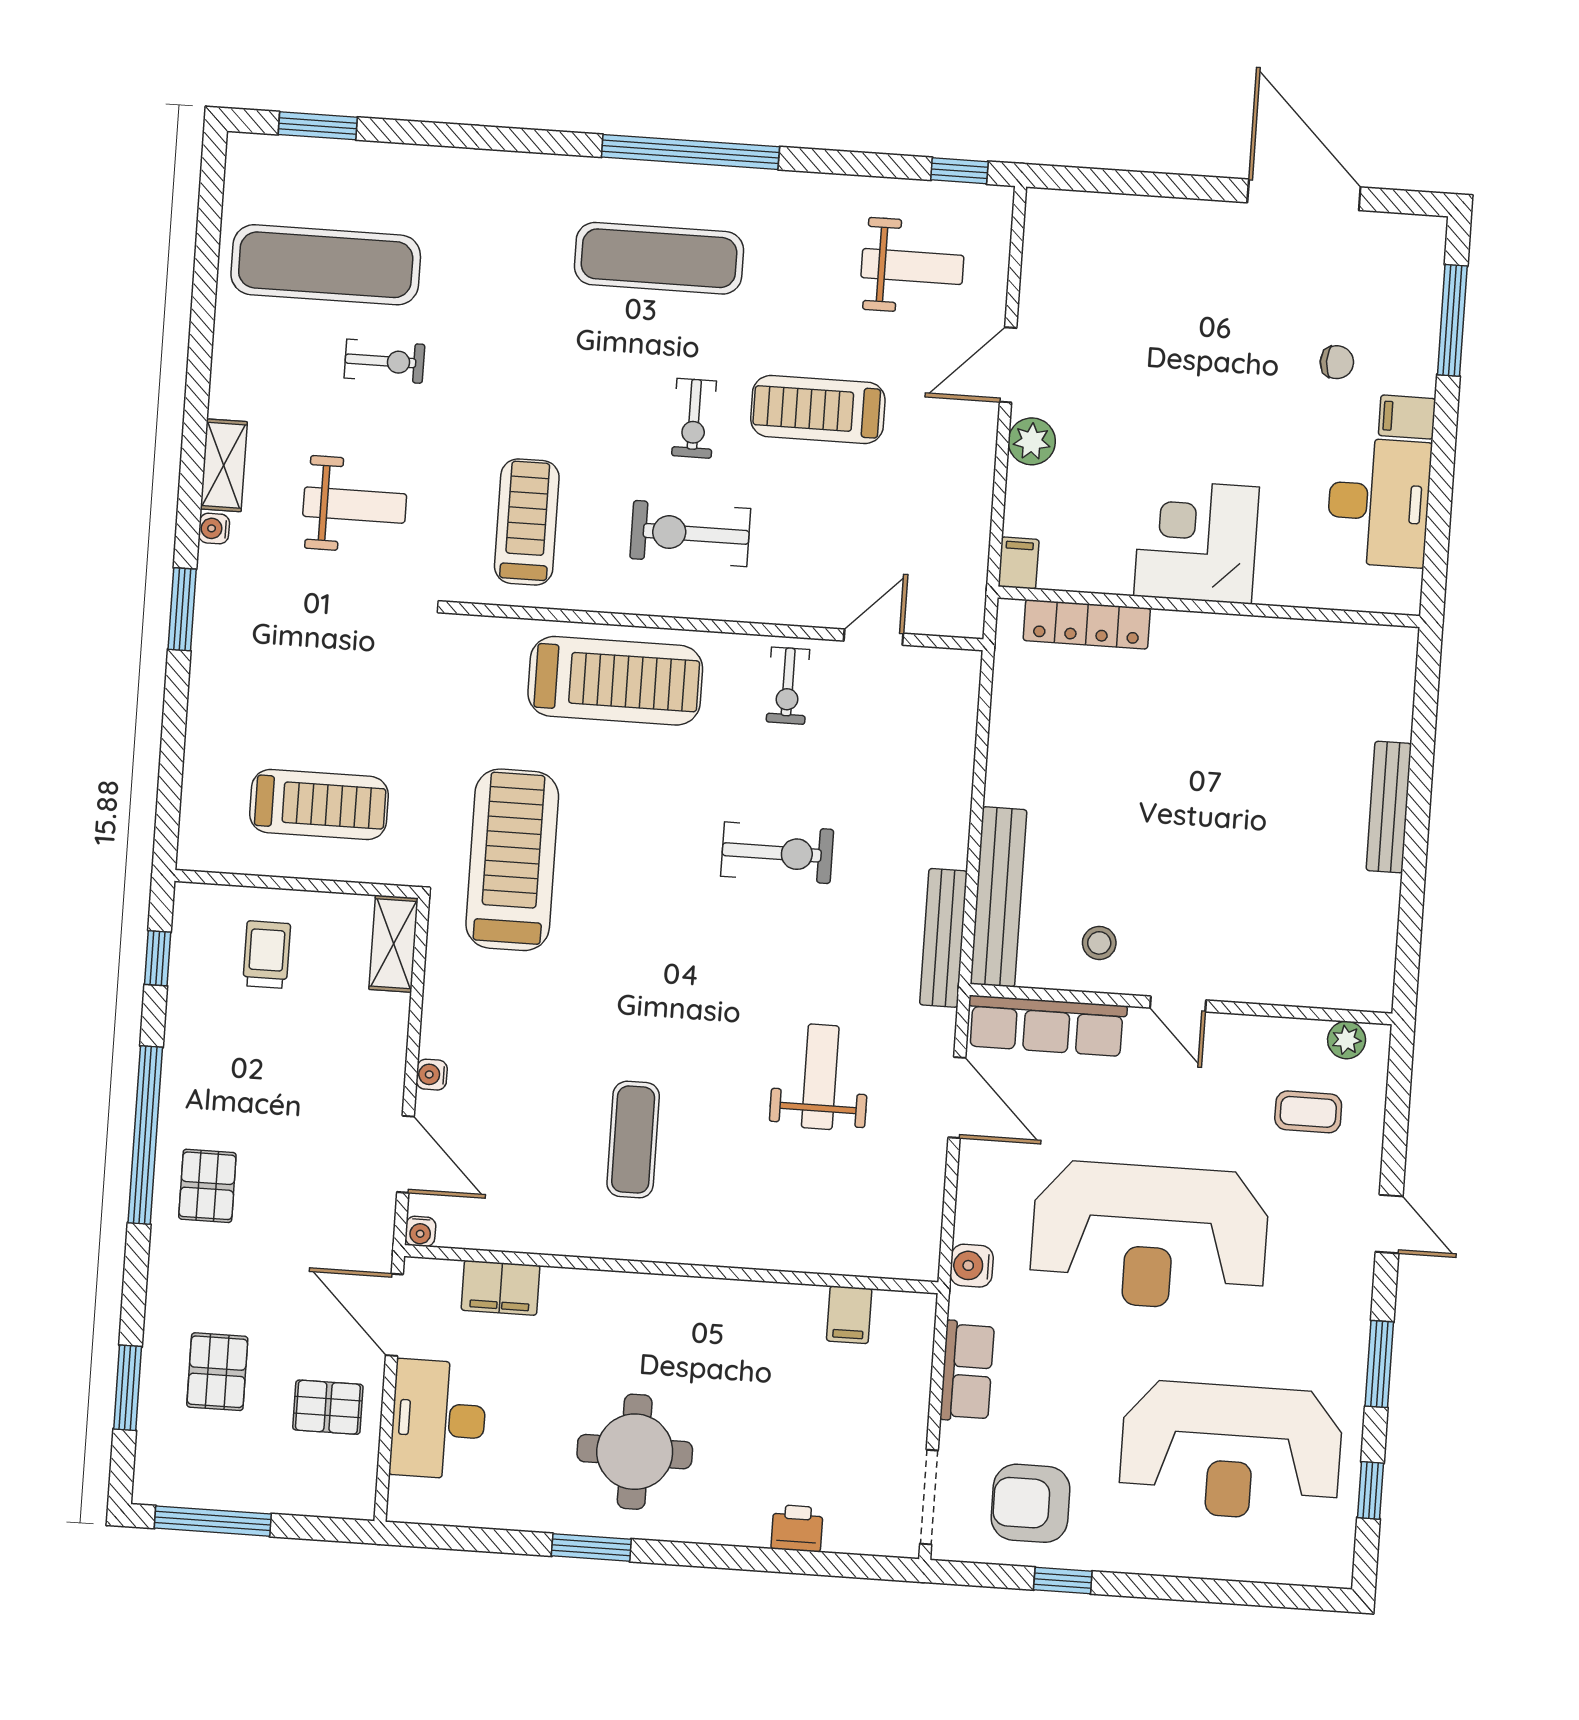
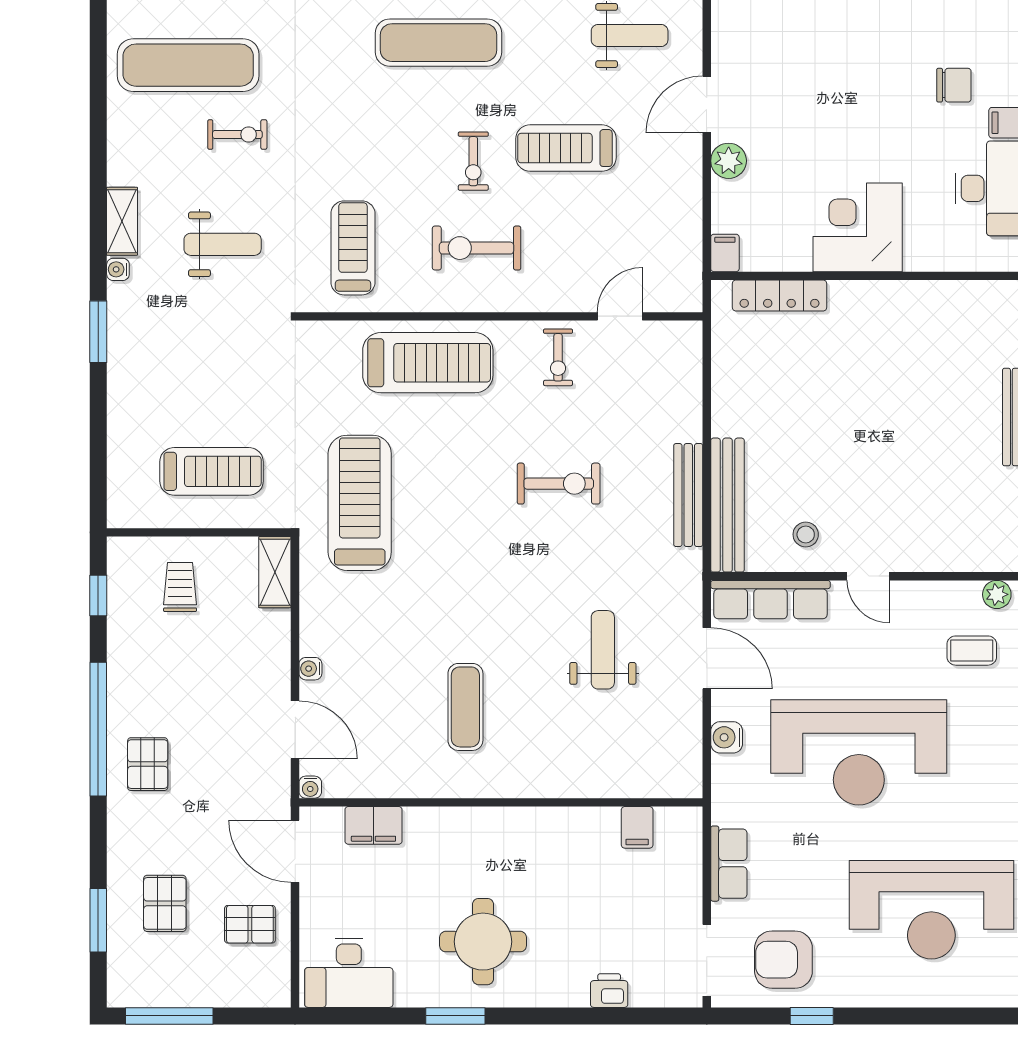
chair: (1337, 362) -> (954, 85), width x1.37, depth x1.37
bench: (943, 938) -> (688, 495), moved
water cooler: (972, 1266) -> (727, 737), moved
desk: (438, 1419) -> (349, 973), moved, turned -90

